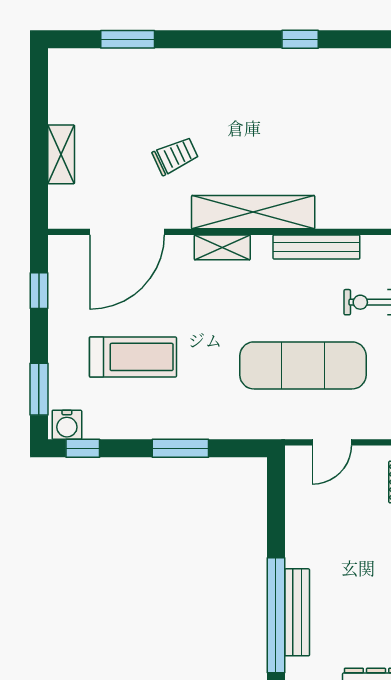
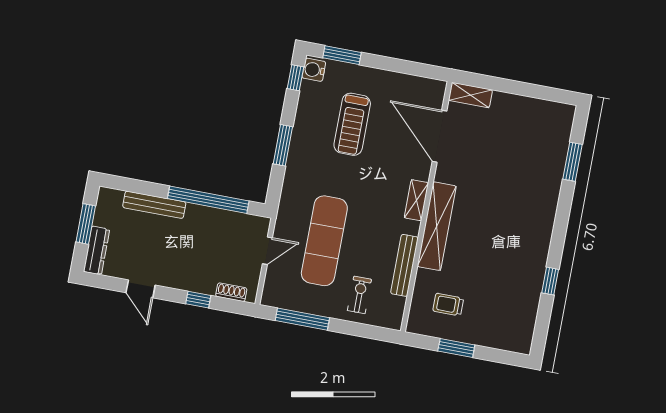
shelving: (61, 154) -> (470, 95), moved
trolley: (175, 156) -> (448, 305), moved, turned 115
window: (39, 291) -> (410, 68), removed
door: (332, 442) -> (267, 251), swing flipped
window: (276, 615) -> (208, 200), moved

